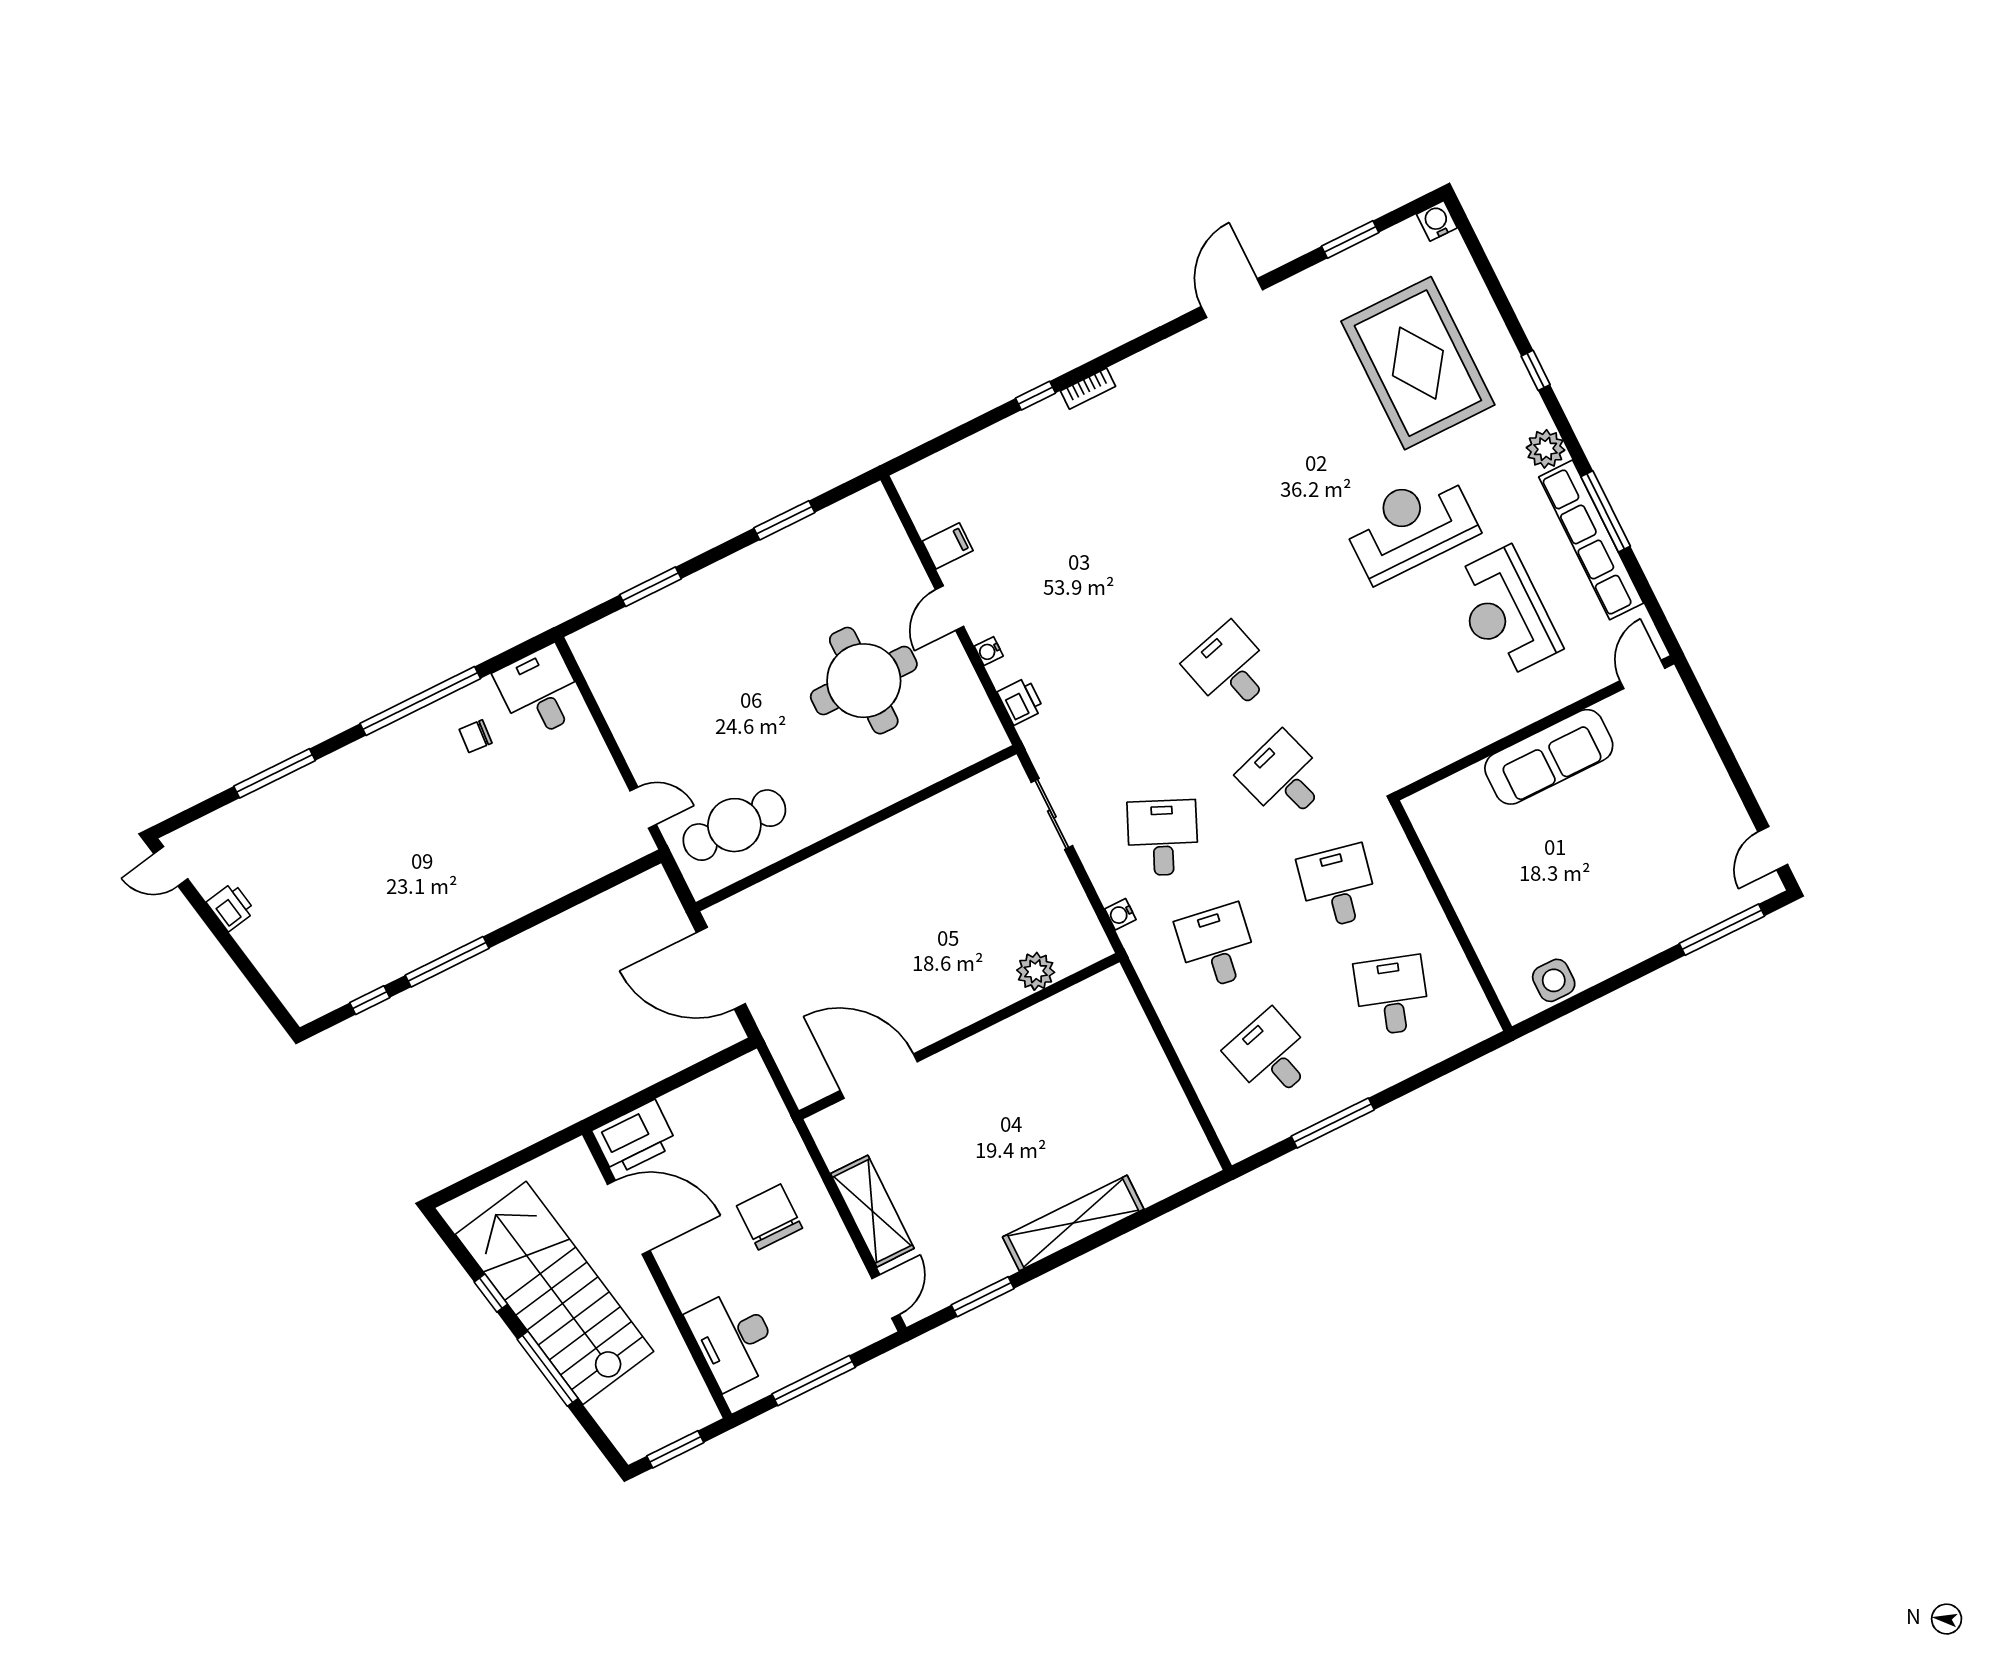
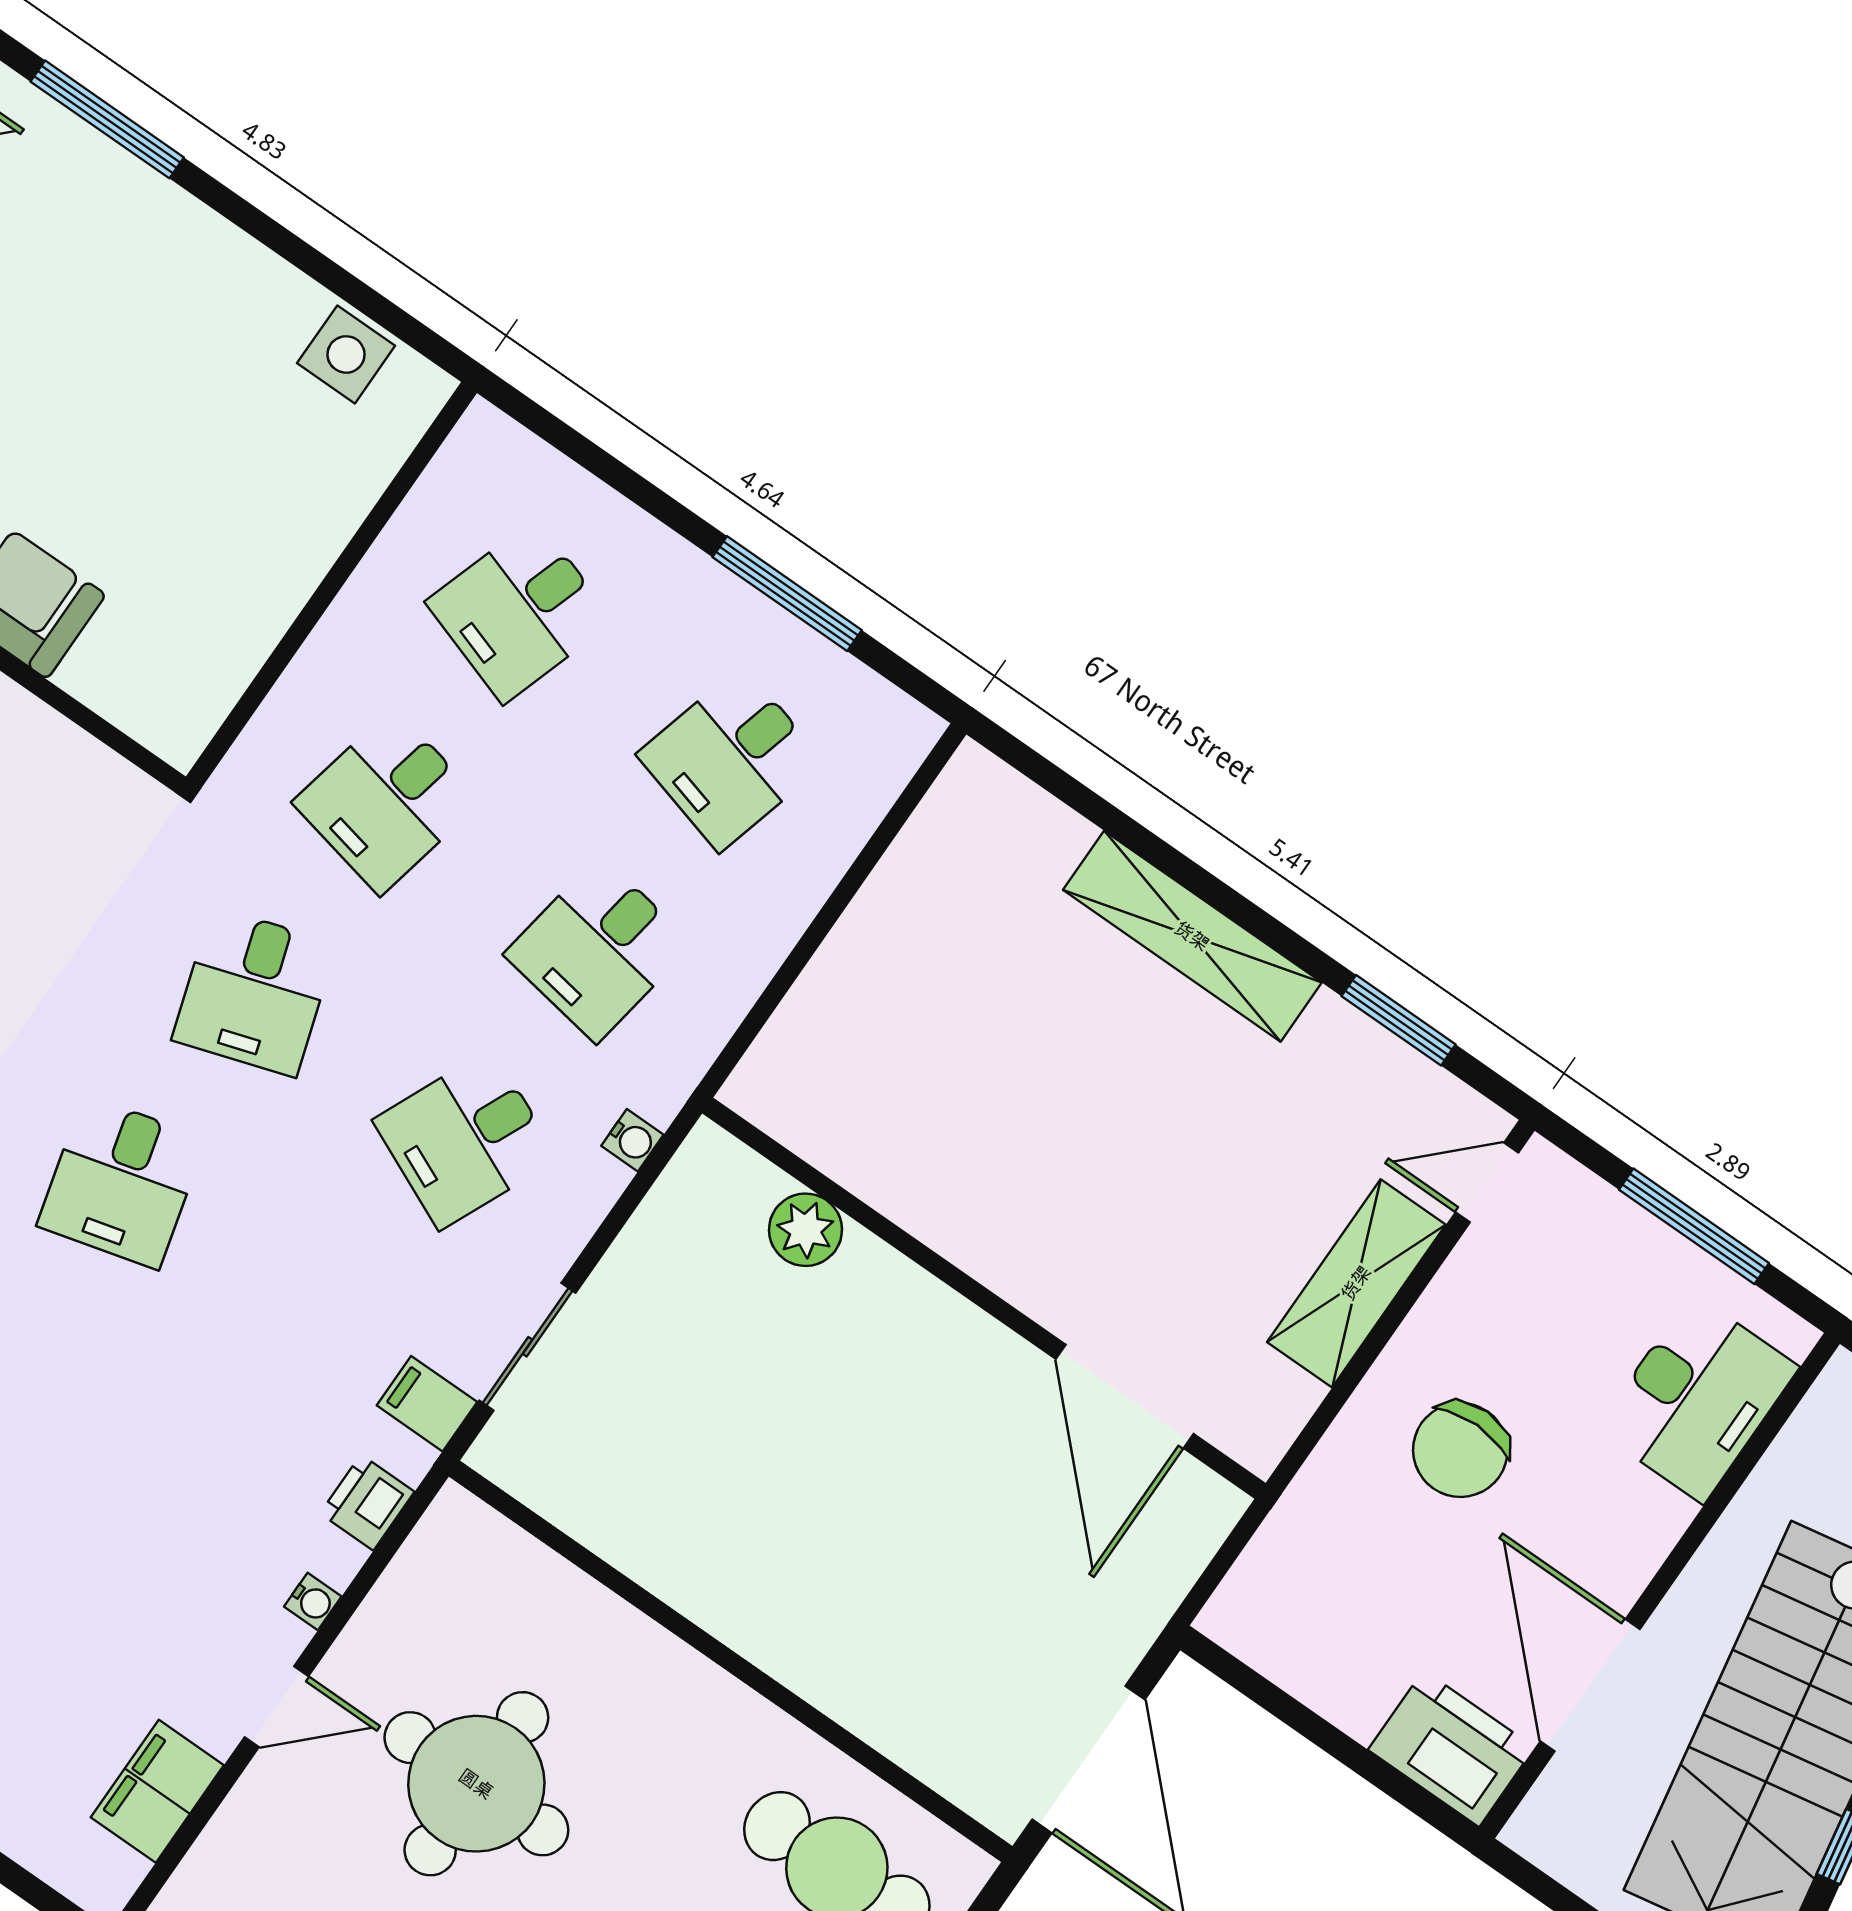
filing cabinet: (948, 546) -> (157, 1791), width x2.00
filing cabinet: (1051, 753) -> (427, 1404), added
desk: (1271, 1056) -> (731, 759), turned 30

